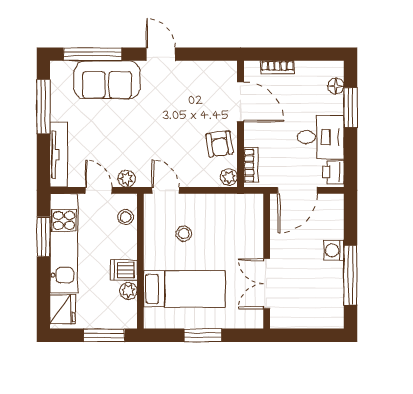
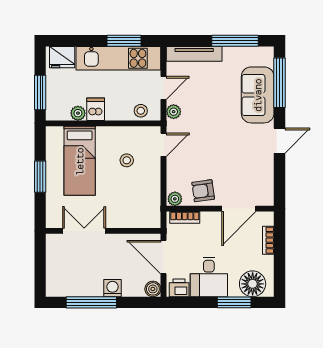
floor lamp: (336, 86) -> (253, 284), width x1.89, depth x1.89
boiler: (335, 203) -> (153, 289), added

